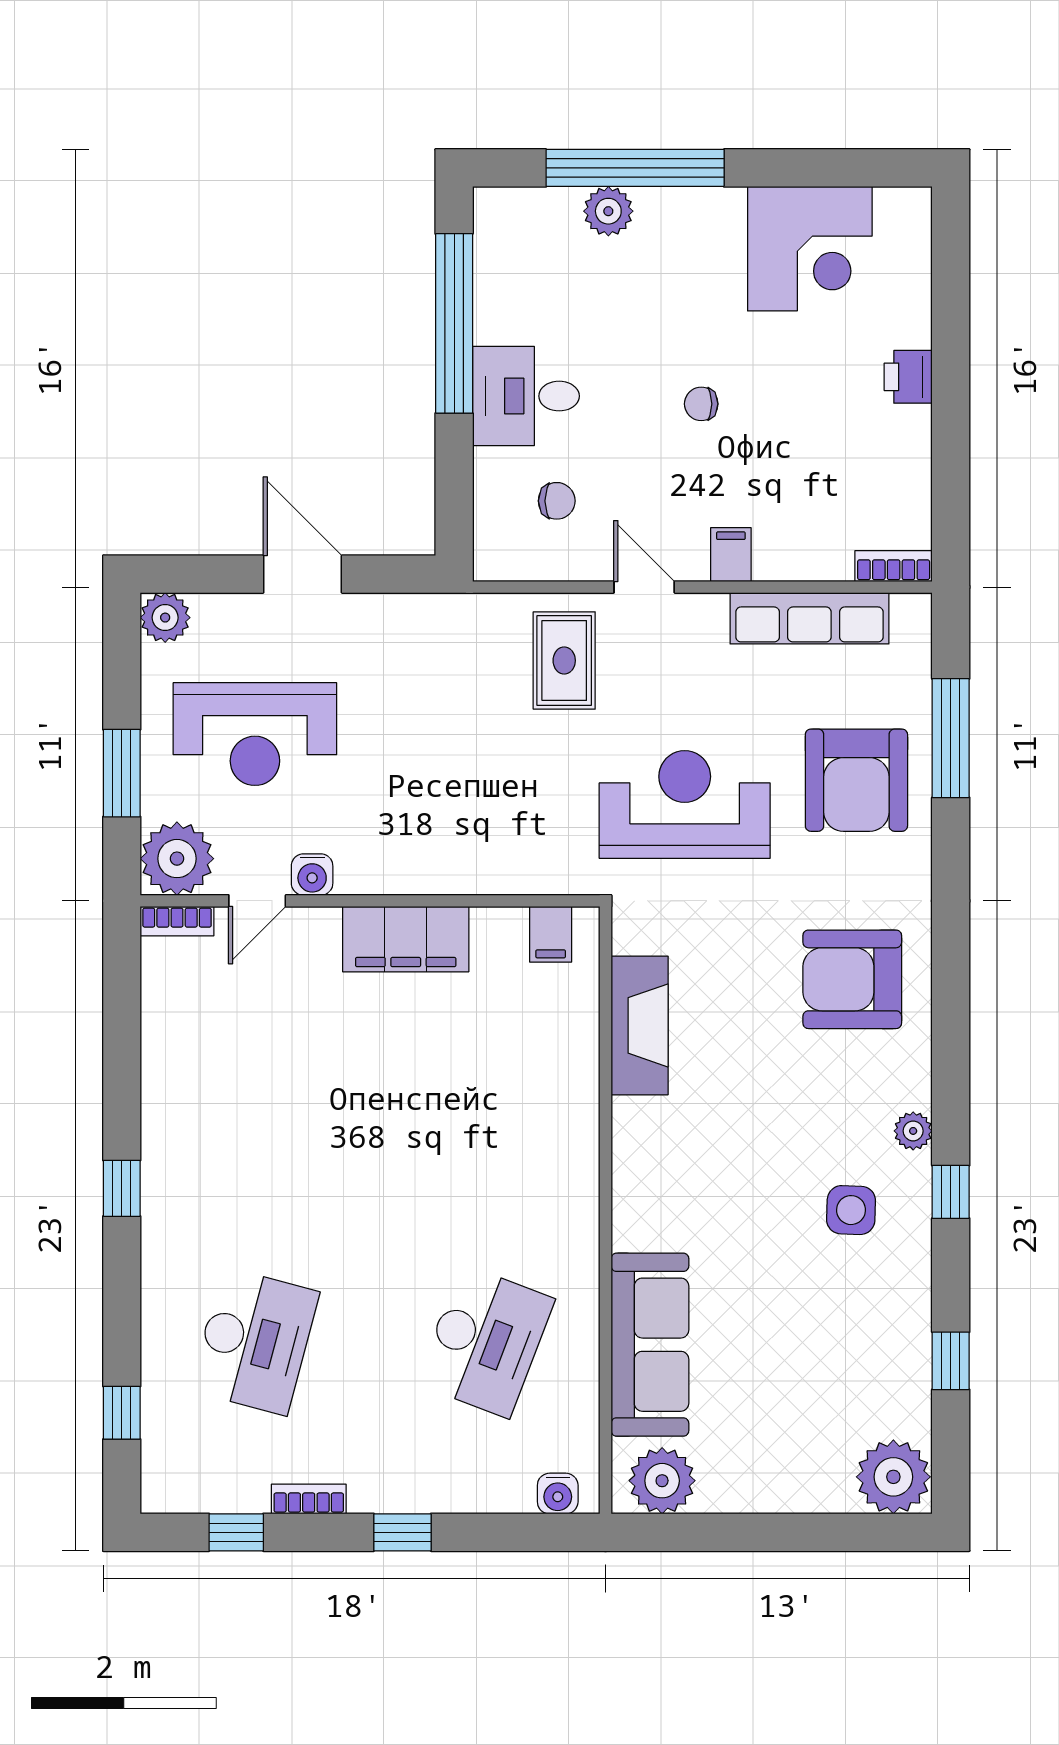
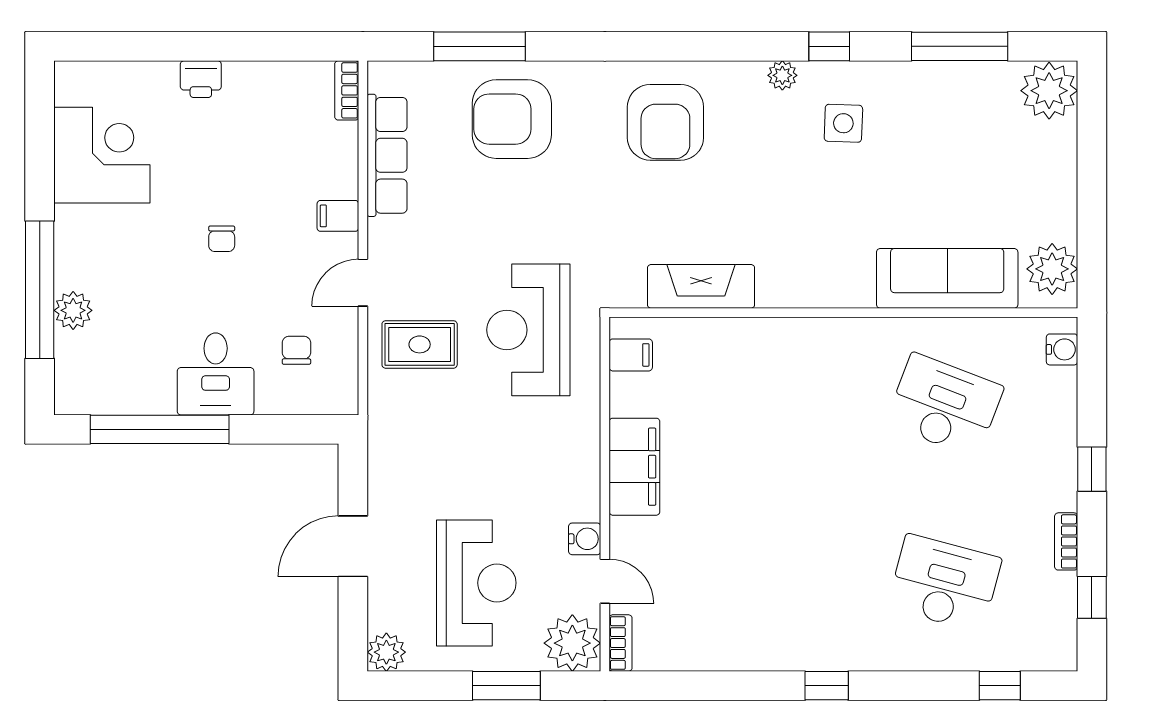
armchair: (856, 780) -> (512, 119), turned 180
reception desk: (685, 804) -> (528, 330), moved
window: (951, 1361) -> (960, 46), width x2.17

